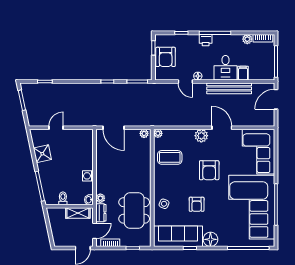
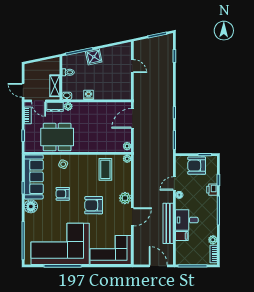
printer: (206, 40) -> (212, 190), moved
shower: (42, 154) -> (94, 57), moved

